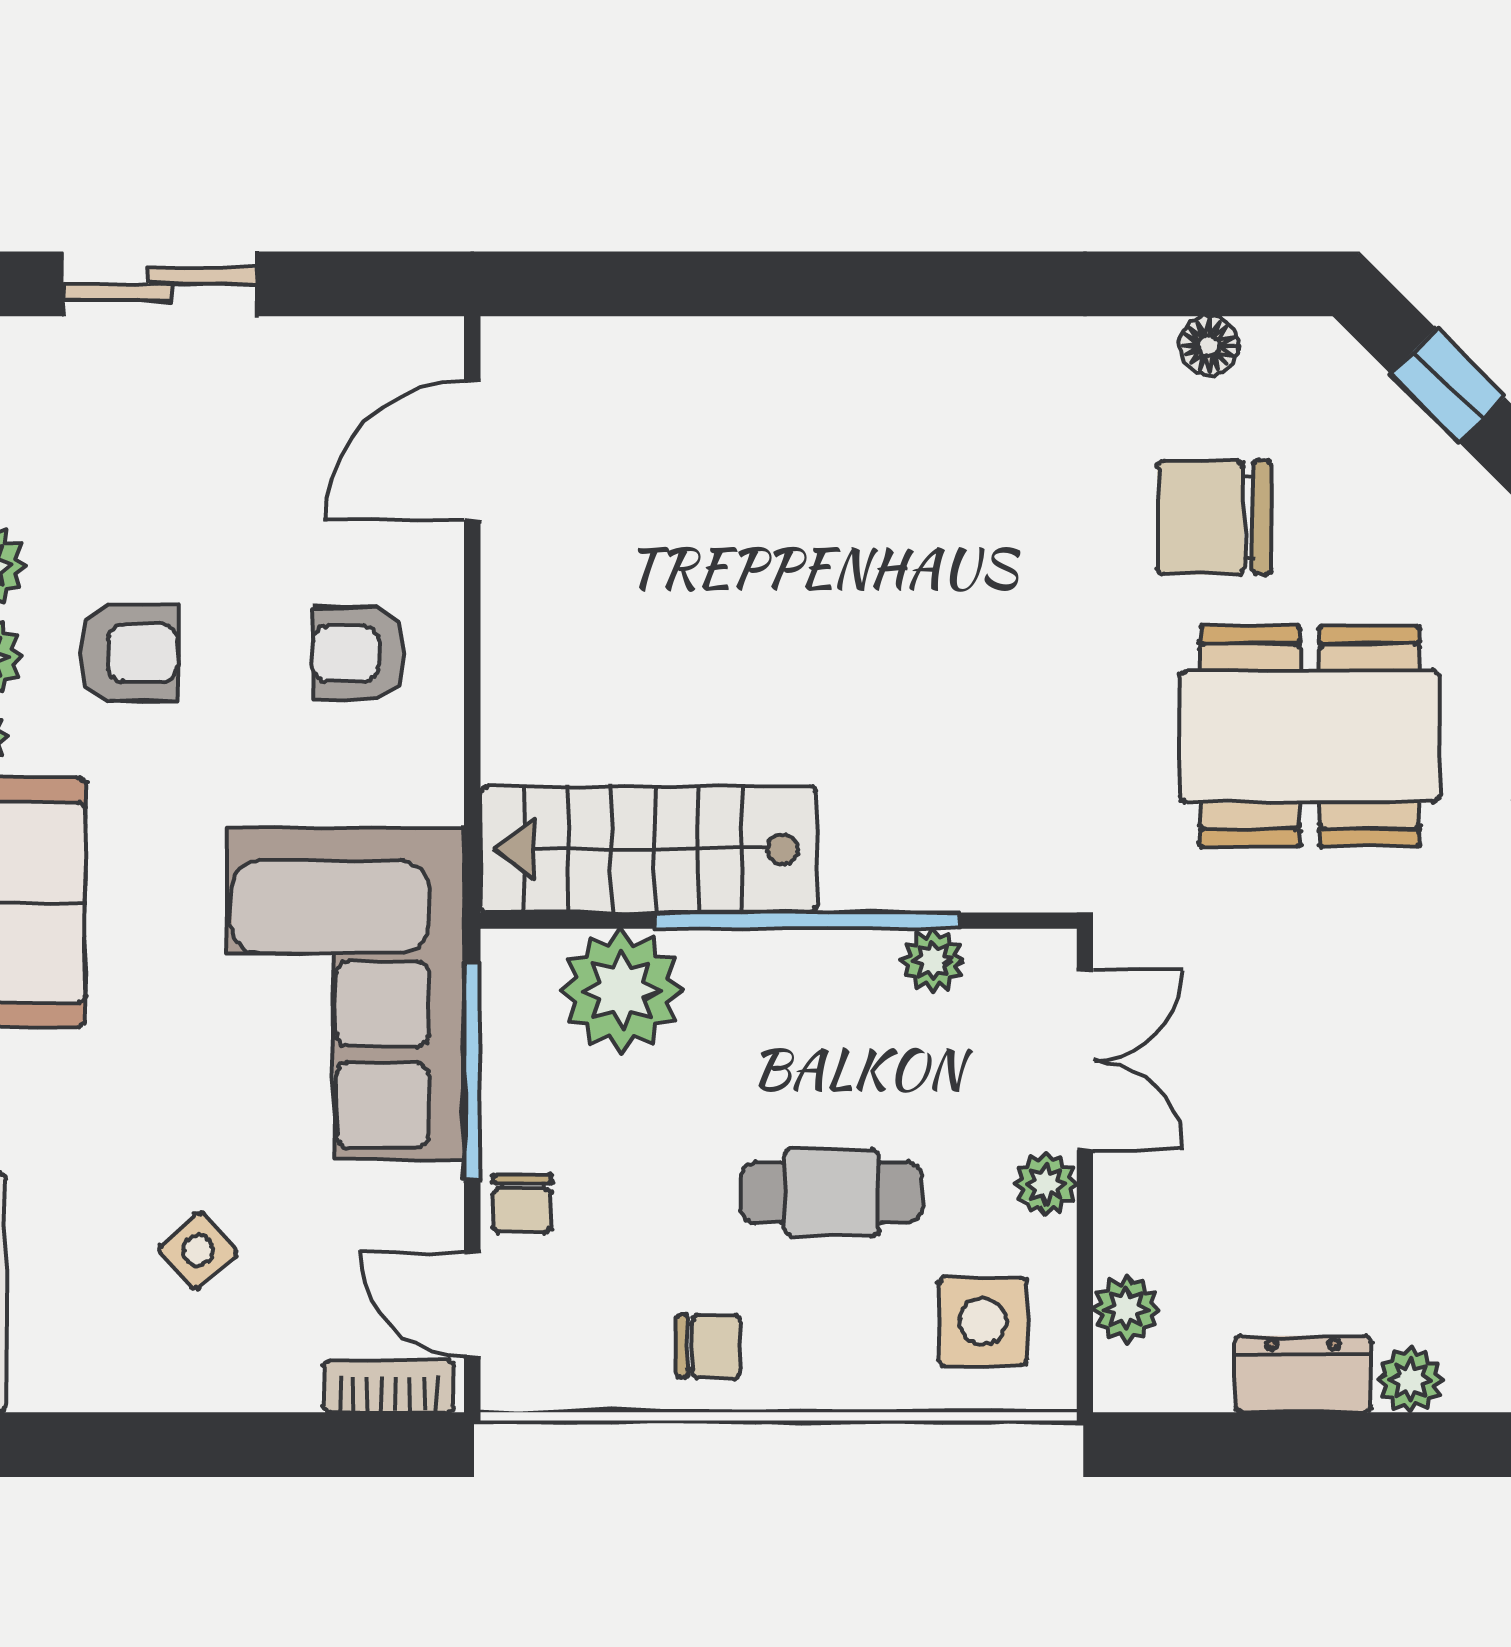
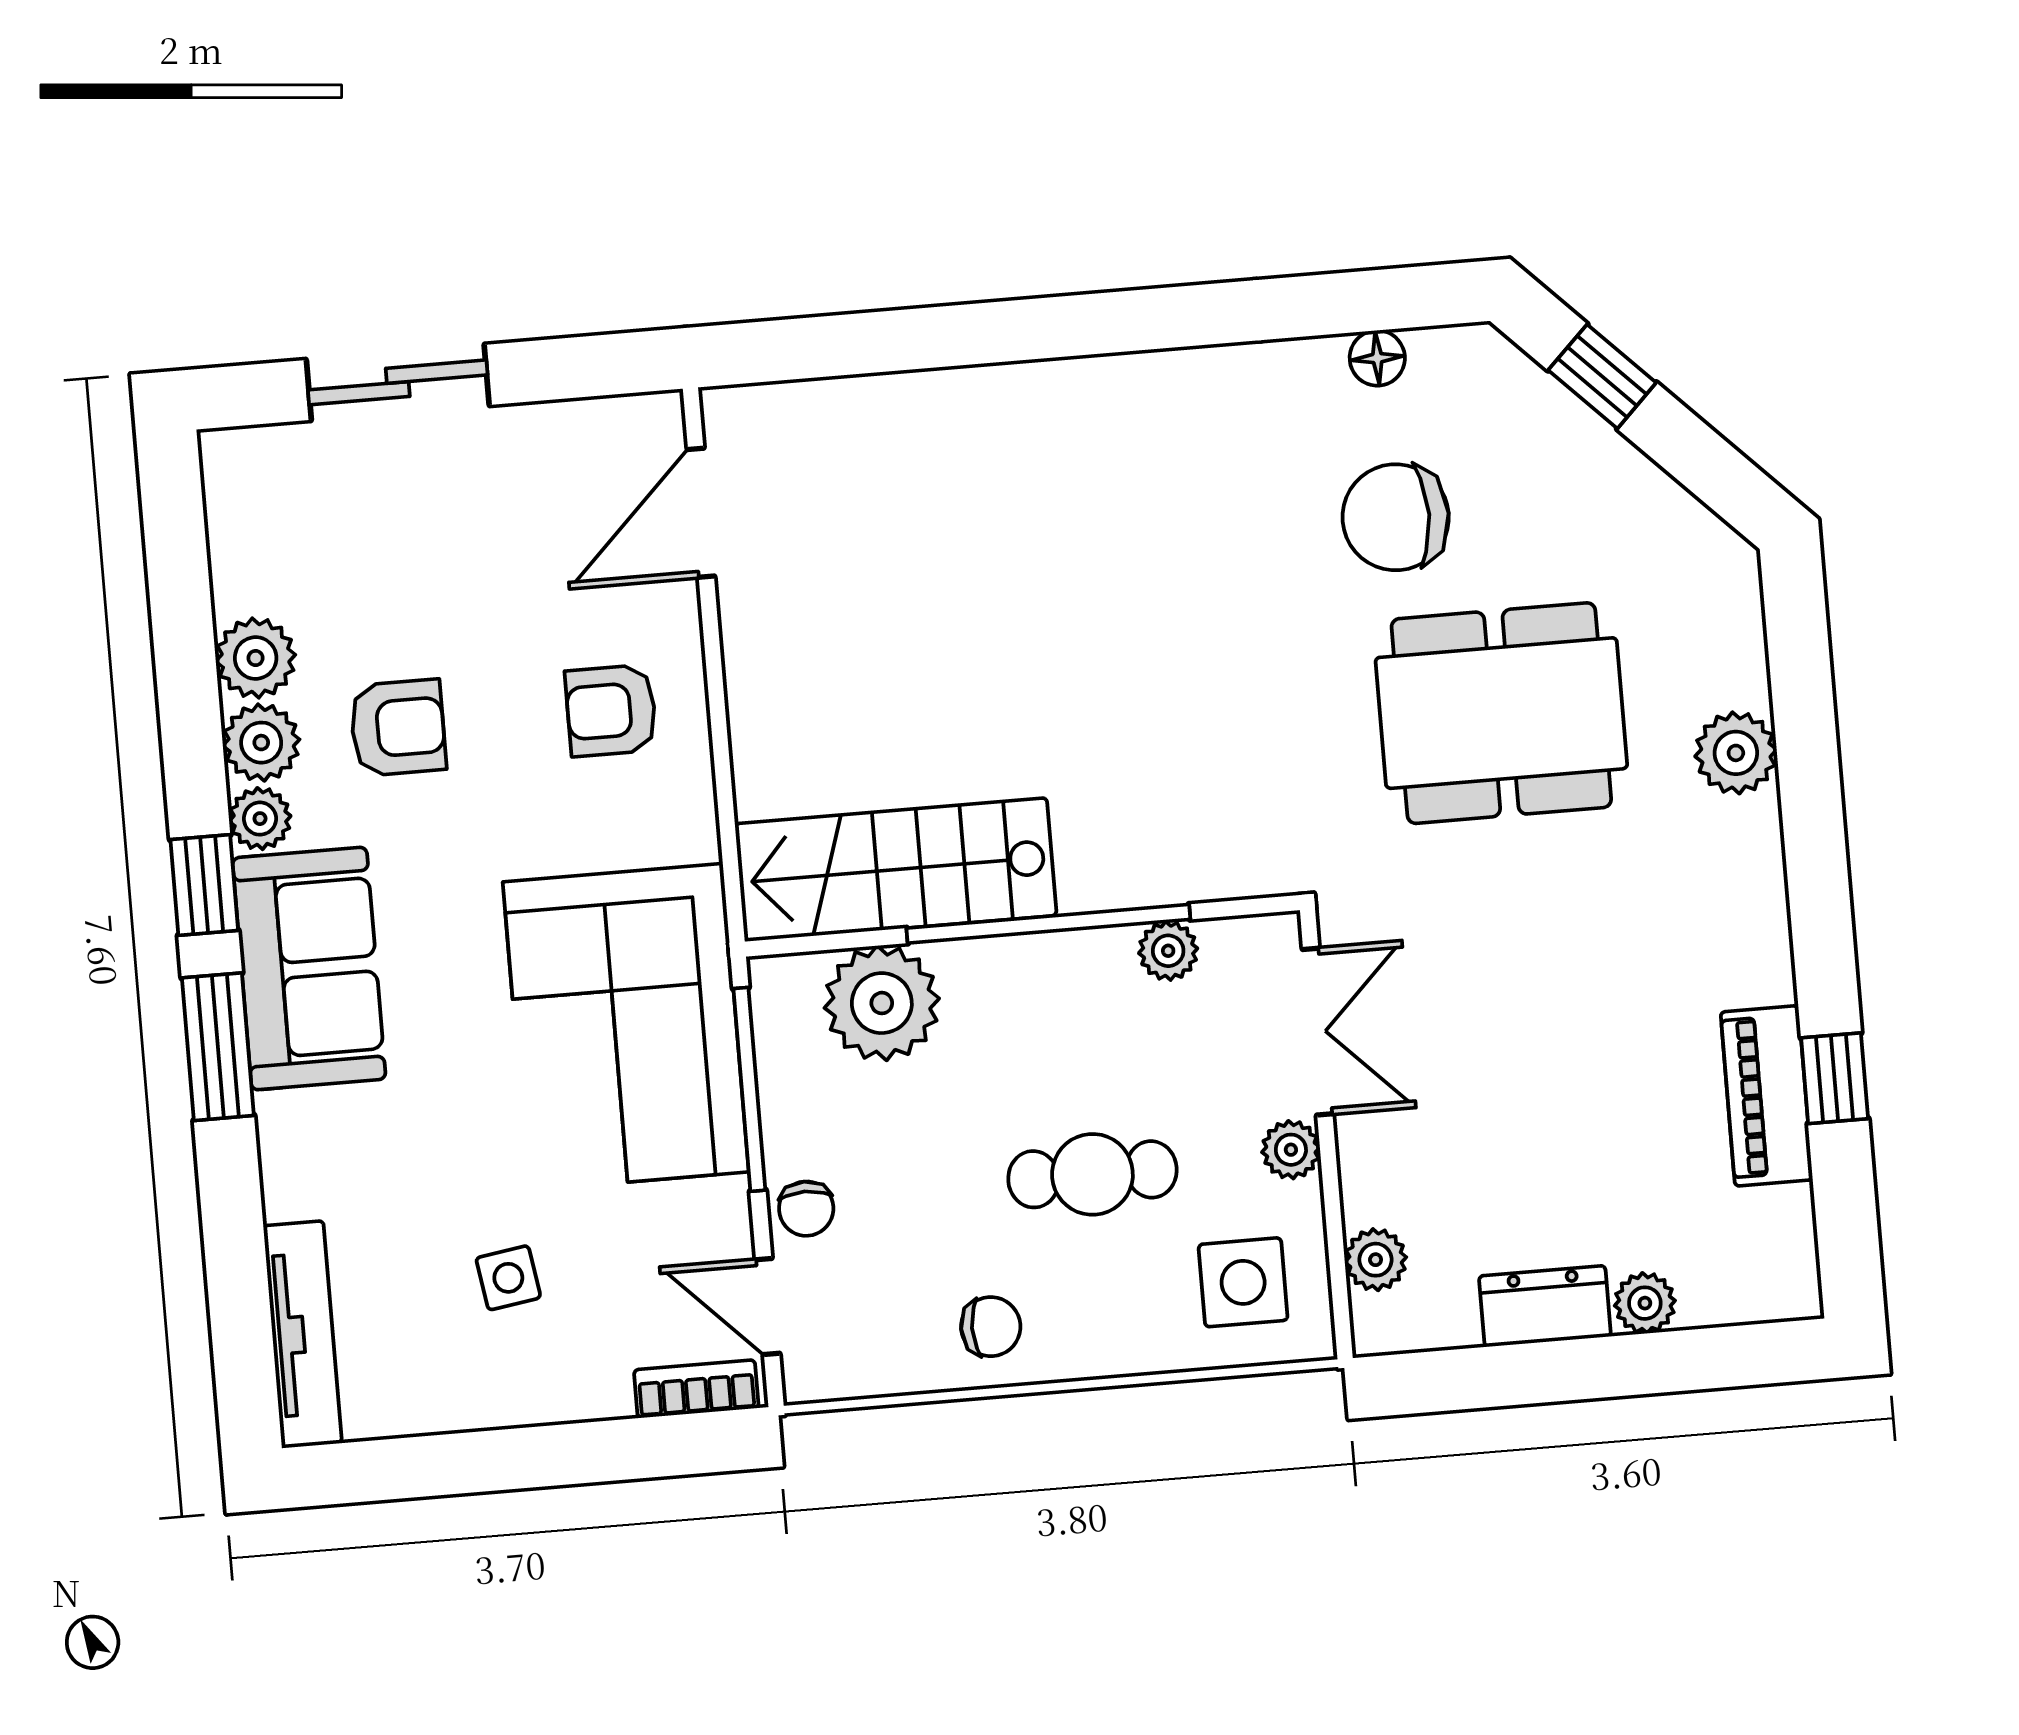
side table: (198, 1251) -> (508, 1278), turned 33

